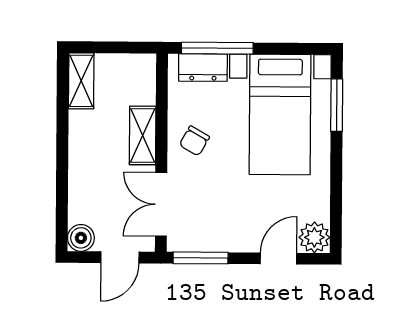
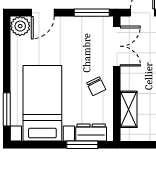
window: (217, 48) -> (82, 145), width x0.69
shelving: (143, 135) -> (129, 109), moved
chair: (194, 141) -> (96, 86), turned 124

